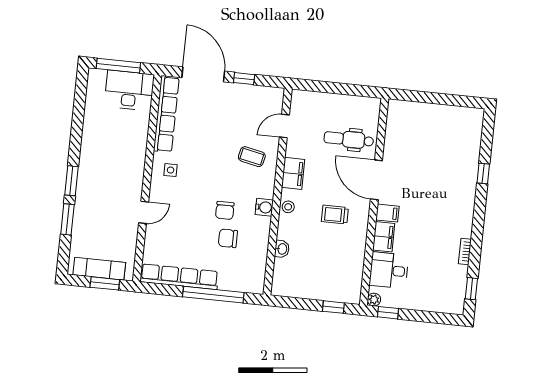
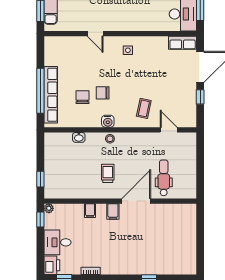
row of seats: (166, 114) -> (183, 43), width x0.50
filing cabinet: (293, 173) -> (135, 140), removed
filing cabinet: (384, 237) -> (90, 211), width x0.50
desk: (389, 270) -> (57, 242), moved, turned -90
row of seats: (179, 277) -> (51, 95), moved
printer: (452, 303) -> (52, 265), added

